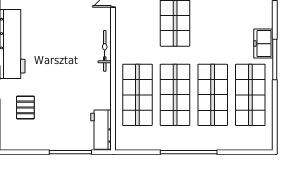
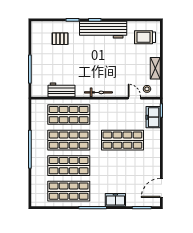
freezer: (263, 44) -> (115, 200), moved
workbench: (101, 130) -> (62, 90), moved

